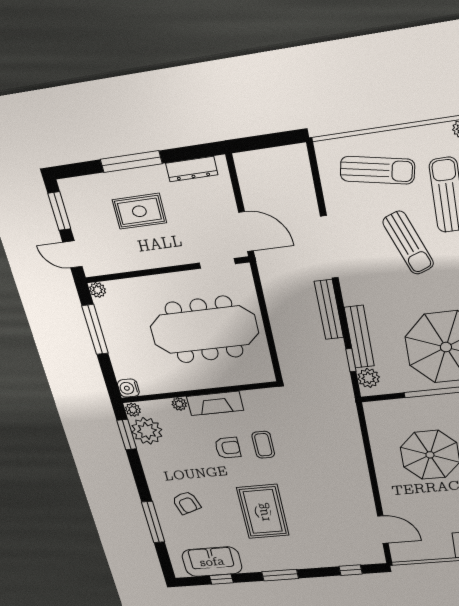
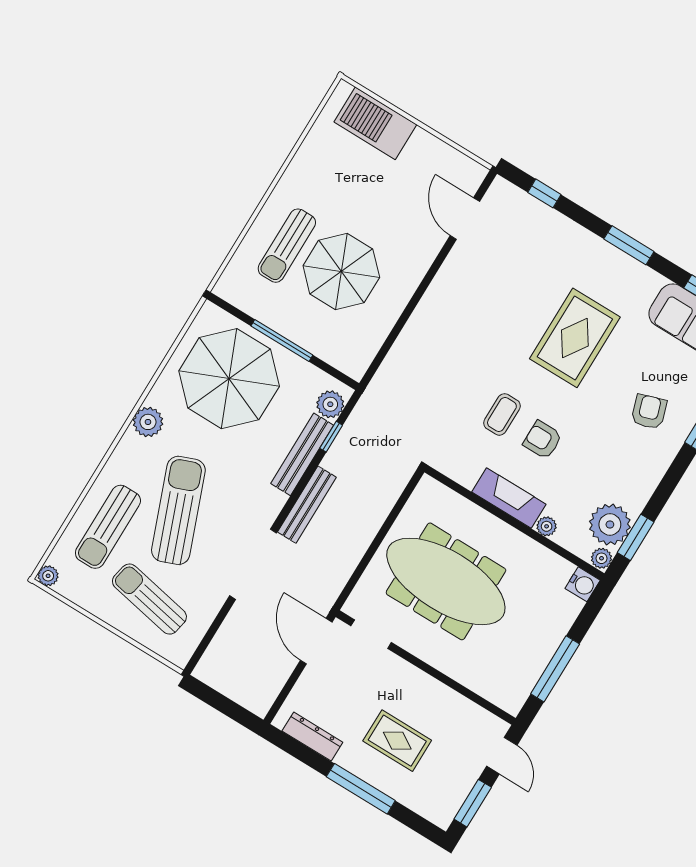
sun lounger: (408, 243) -> (178, 510), width x1.36, depth x1.34
plant: (98, 290) -> (512, 704), removed

